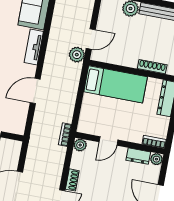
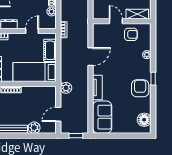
door: (91, 39) -> (58, 114), moved
cot: (89, 110) -> (50, 50), added
plant: (80, 145) -> (52, 12), moved

